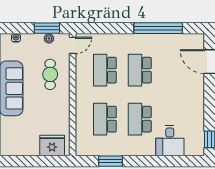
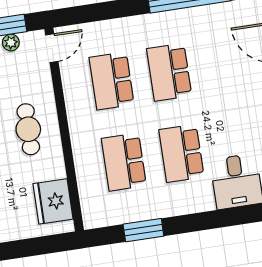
cafe table: (50, 74) -> (28, 129), moved
fridge: (52, 145) -> (53, 201), moved, turned -90

